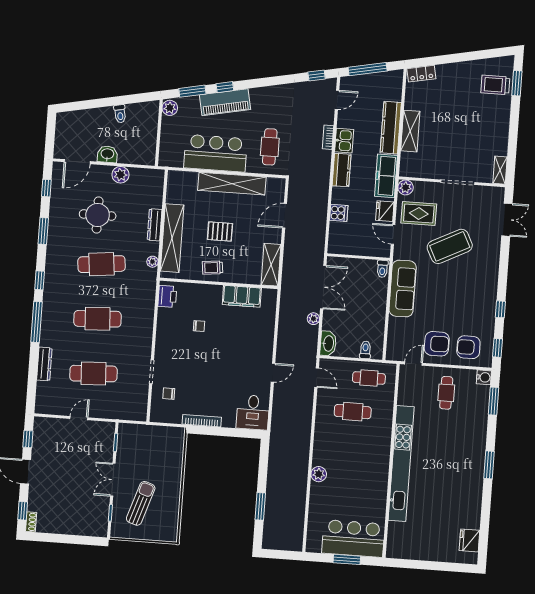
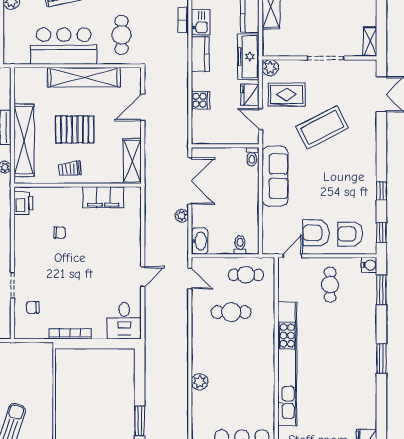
pallet: (220, 231) -> (75, 129), width x1.50, depth x1.42
armchair: (437, 344) -> (316, 233), turned 180

